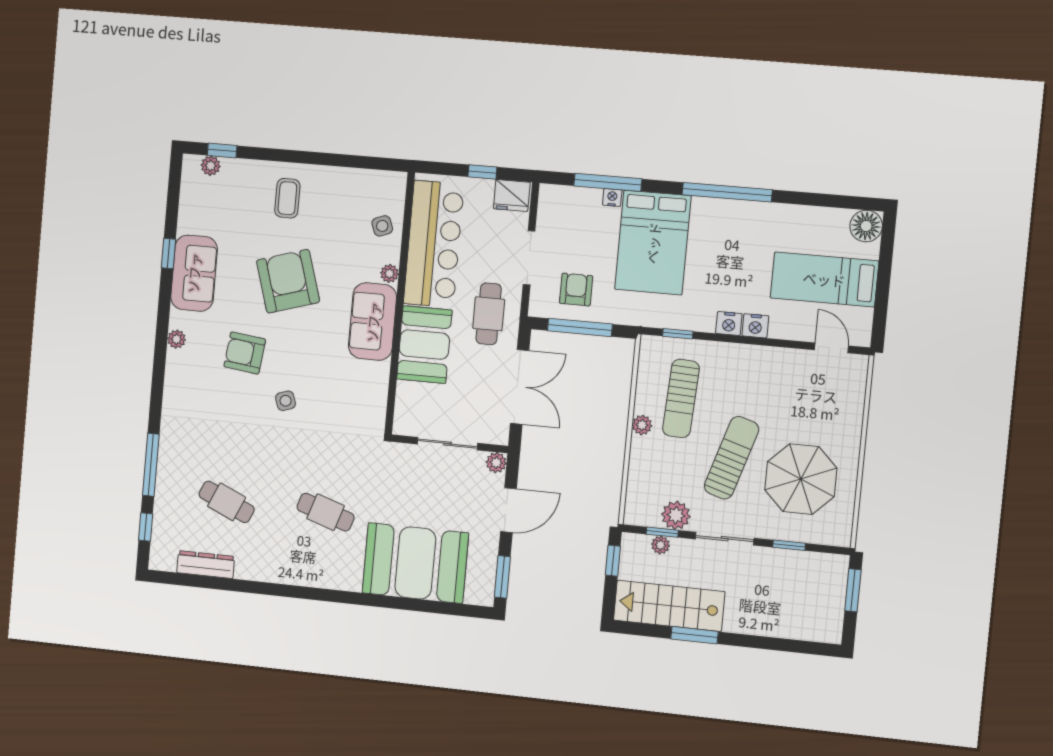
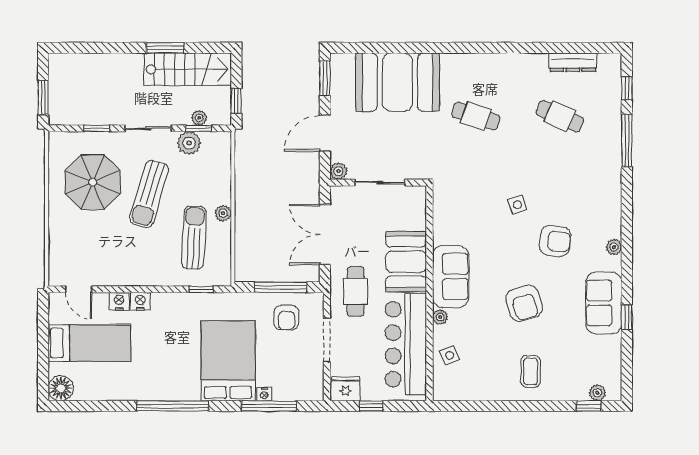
armchair: (288, 281) -> (524, 303), width x0.73, depth x0.73
nightstand: (729, 323) -> (119, 301), moved

